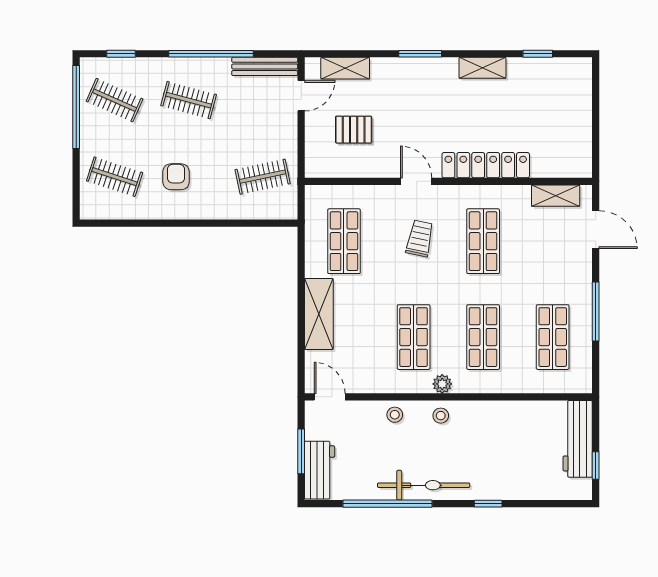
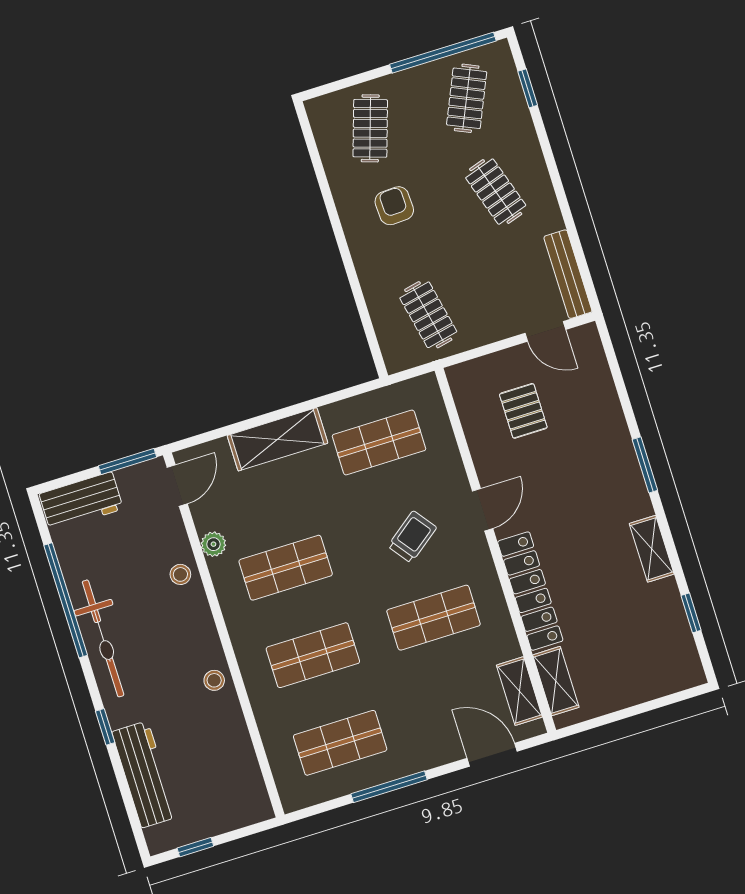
window: (211, 54) -> (563, 201), removed
shelving: (345, 68) -> (556, 681), moved
clothes rail: (189, 100) -> (496, 192), turned -33
armchair: (176, 177) -> (394, 206), turned -92
door: (596, 230) -> (492, 755), swing flipped
trolley: (420, 238) -> (412, 537), turned -49
plant: (442, 384) -> (213, 544), moved
stool: (441, 416) -> (214, 680), moved
workbench: (578, 439) -> (145, 774), moved, turned 90
window: (301, 451) -> (128, 462), moved

